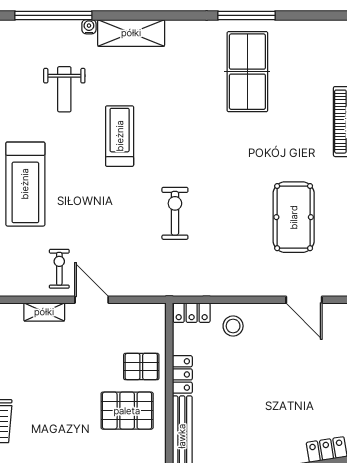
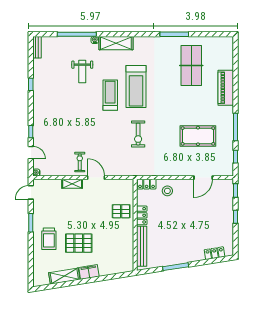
table tennis table: (247, 72) -> (191, 65), moved
treadmill: (25, 184) -> (136, 87), moved
exercise bike: (175, 213) -> (138, 134), turned 180
pool table: (294, 217) -> (198, 136), turned 90
door: (304, 300) -> (203, 178), hinge flipped
pallet: (127, 411) -> (79, 243), moved

